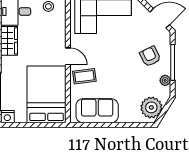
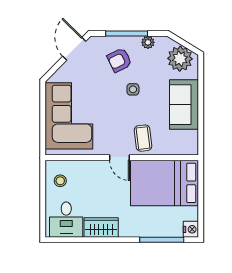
door: (68, 56) -> (119, 158), swing flipped
side table: (125, 68) -> (133, 89), added
sofa: (97, 111) -> (184, 105), moved

